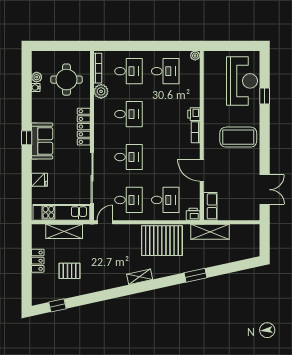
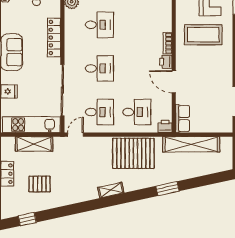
printer: (194, 114) -> (166, 62), moved
coffee table: (238, 137) -> (203, 35), moved
shelving: (210, 232) -> (191, 144), width x1.47

